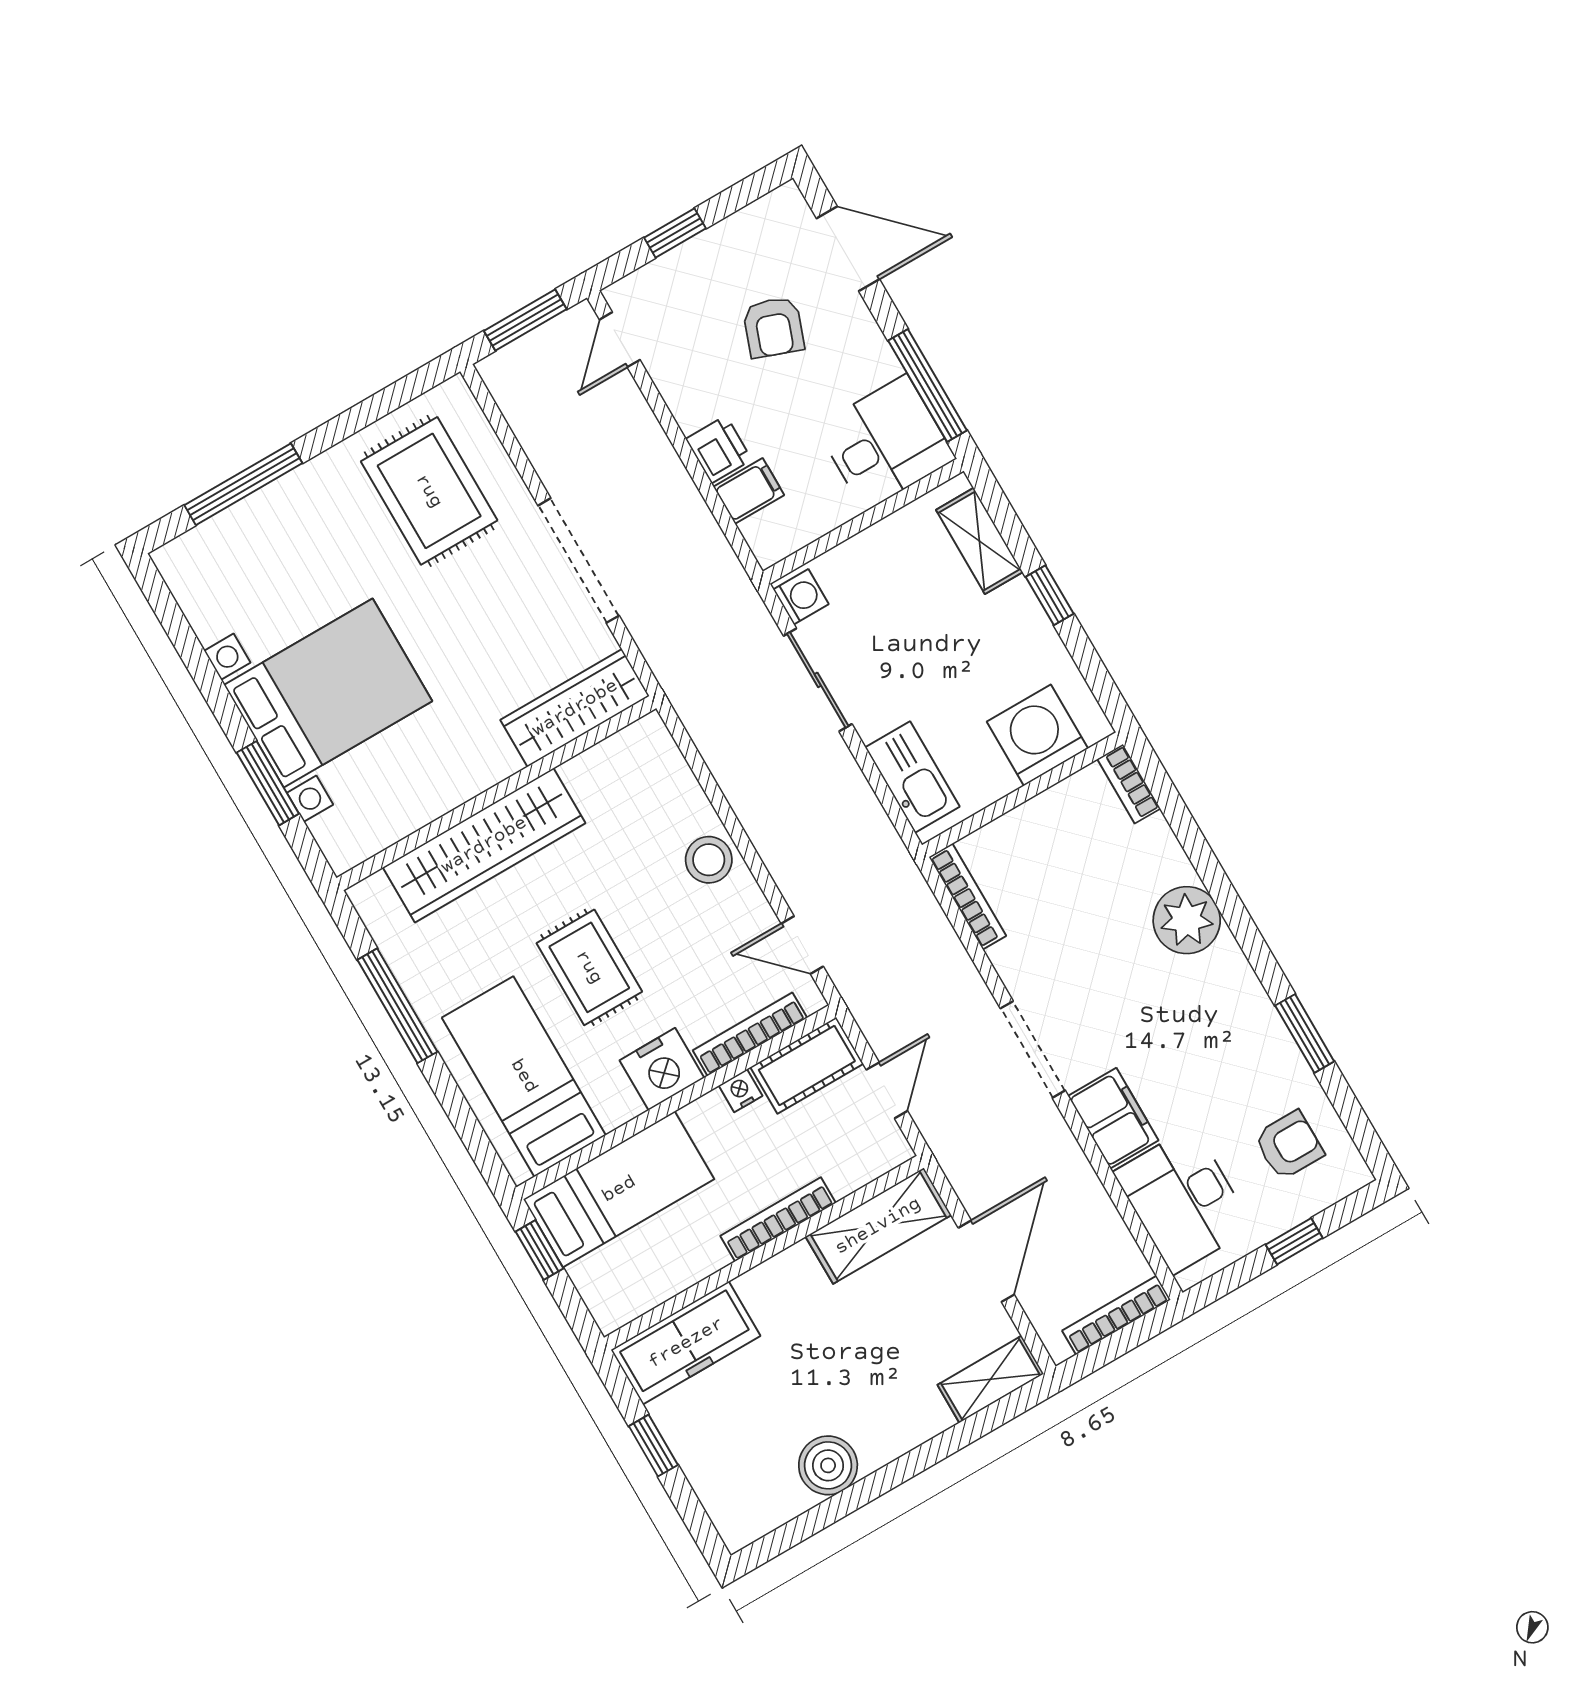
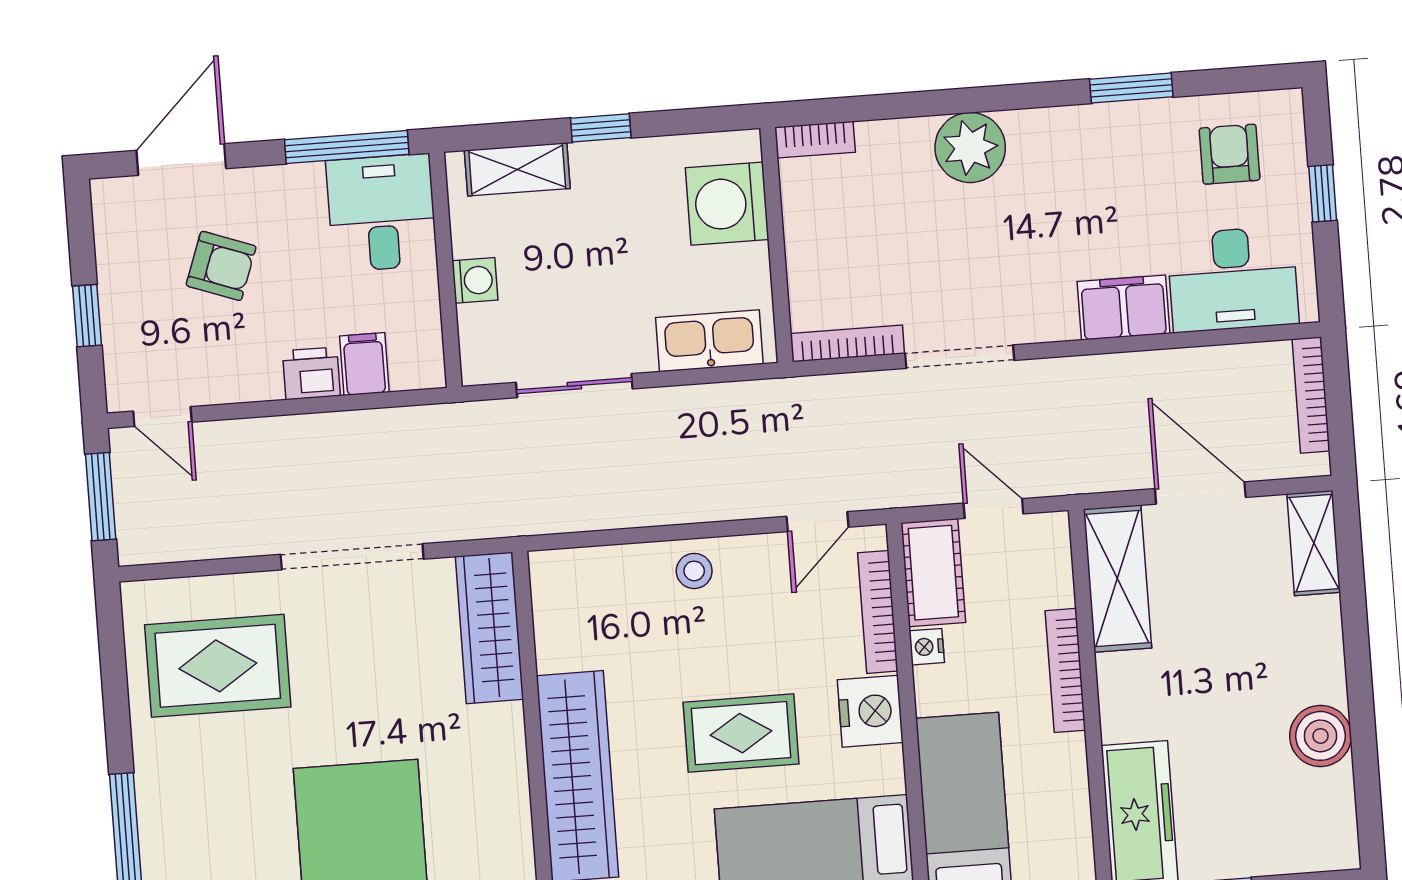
washing machine: (801, 597) -> (475, 280), moved, turned 90
stool: (709, 860) -> (694, 571), width x0.73, depth x0.73
doorway: (1033, 1049) -> (960, 357), moved

